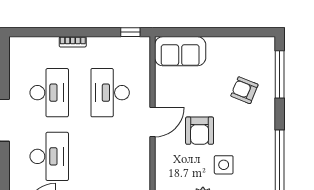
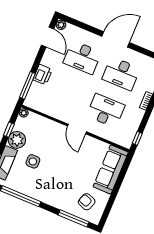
sofa: (180, 51) -> (111, 169), width x1.36
armchair: (244, 90) -> (87, 202), moved, turned -92
armchair: (200, 131) -> (60, 155), removed

